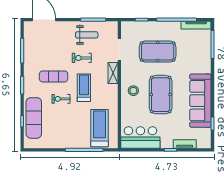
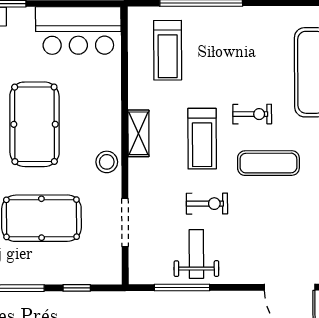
weight bench: (87, 35) -> (196, 254), turned 90
shelving: (113, 73) -> (138, 133), moved
stool: (133, 91) -> (107, 162), moved
treadmill: (100, 128) -> (168, 50), width x0.73, depth x0.73

